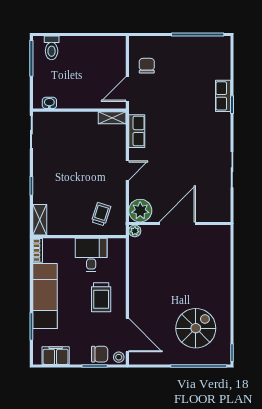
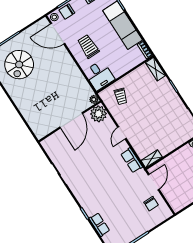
row of seats: (223, 96) -> (99, 225), moved
desk: (91, 255) -> (99, 75), moved

